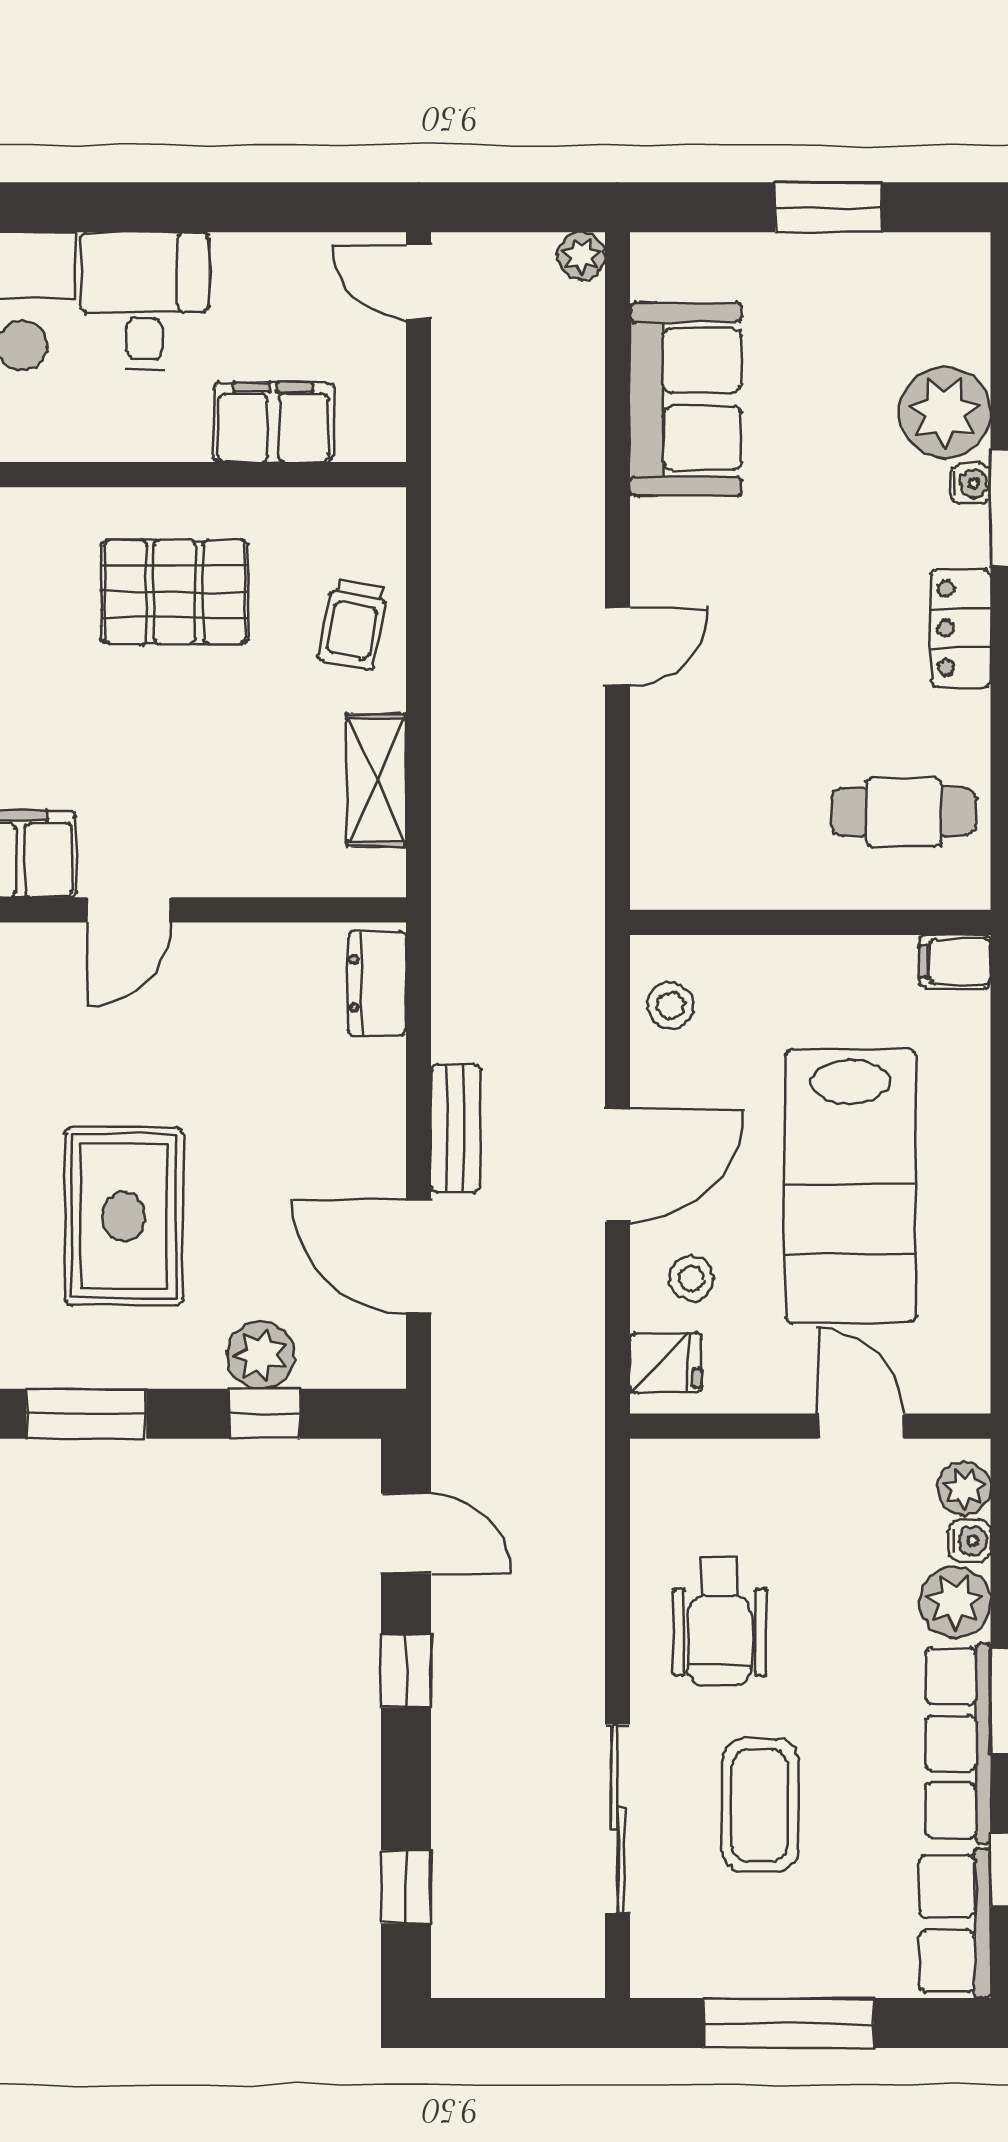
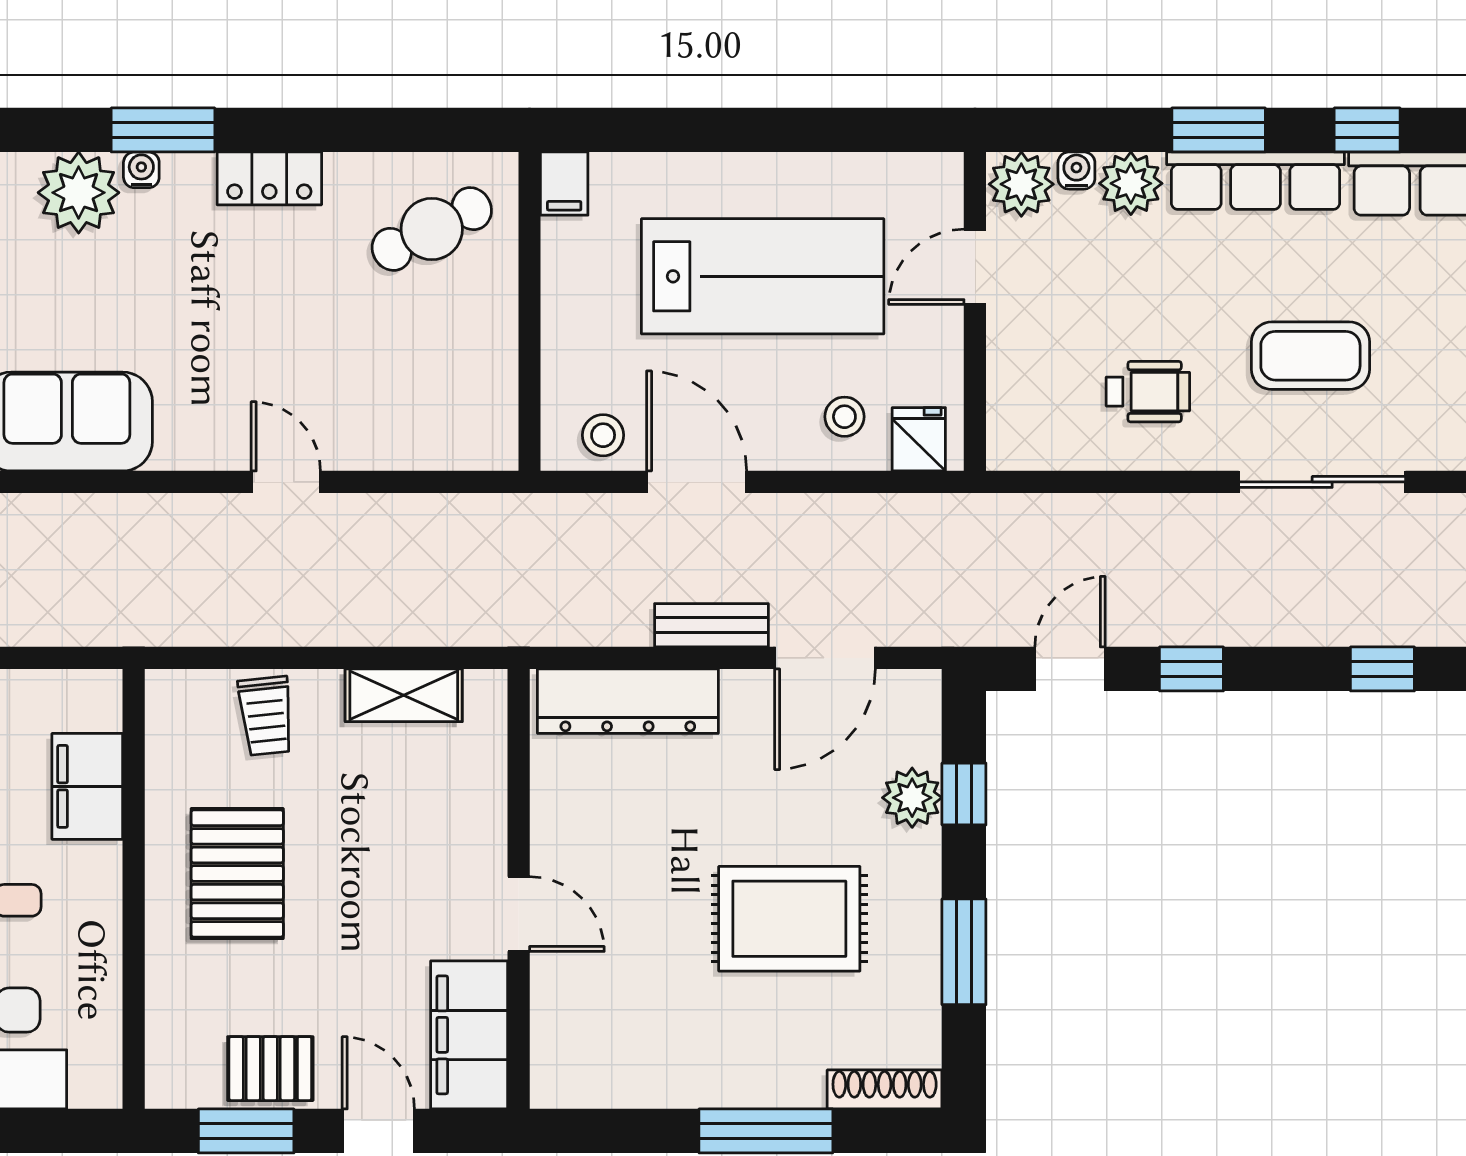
trolley: (353, 624) -> (266, 716), turned 73
cafe table: (904, 812) -> (432, 229), turned 63
dresser: (377, 983) -> (628, 701), width x1.96, depth x1.24
door: (617, 1165) -> (697, 482), moved
plant: (964, 1488) -> (1021, 184), width x1.38, depth x1.38
wheelchair: (720, 1622) -> (1148, 392), width x0.73, depth x0.73

